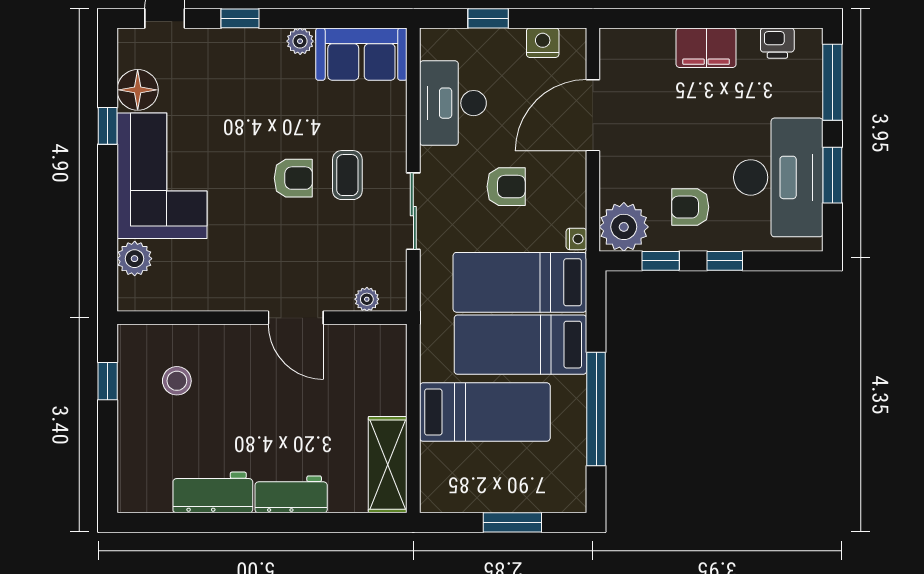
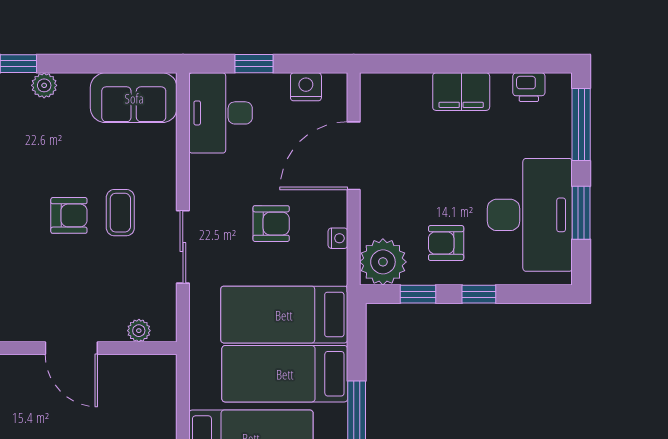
plant: (300, 41) -> (44, 85), moved
desk: (453, 103) -> (221, 113), moved
nightstand: (576, 239) -> (338, 238), moved

